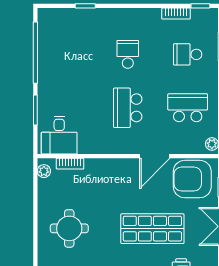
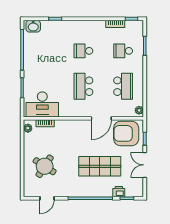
washbasin: (52, 17) -> (33, 26), added
school desk: (128, 54) -> (83, 51), turned -90
school desk: (188, 108) -> (123, 86), turned 90
desk: (59, 135) -> (42, 104), width x1.37
round table: (69, 228) -> (45, 166), turned 33

